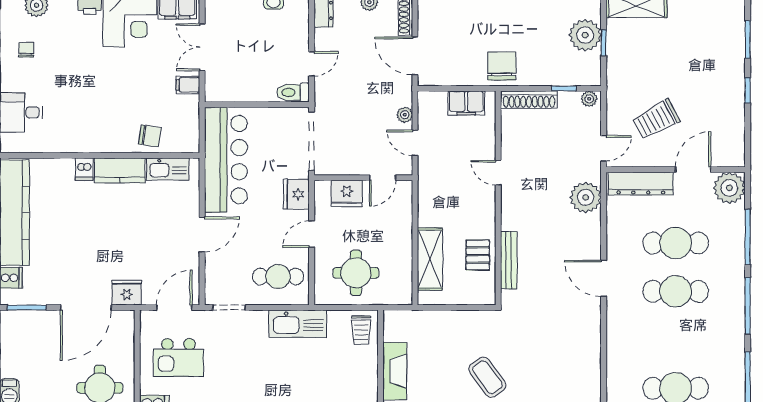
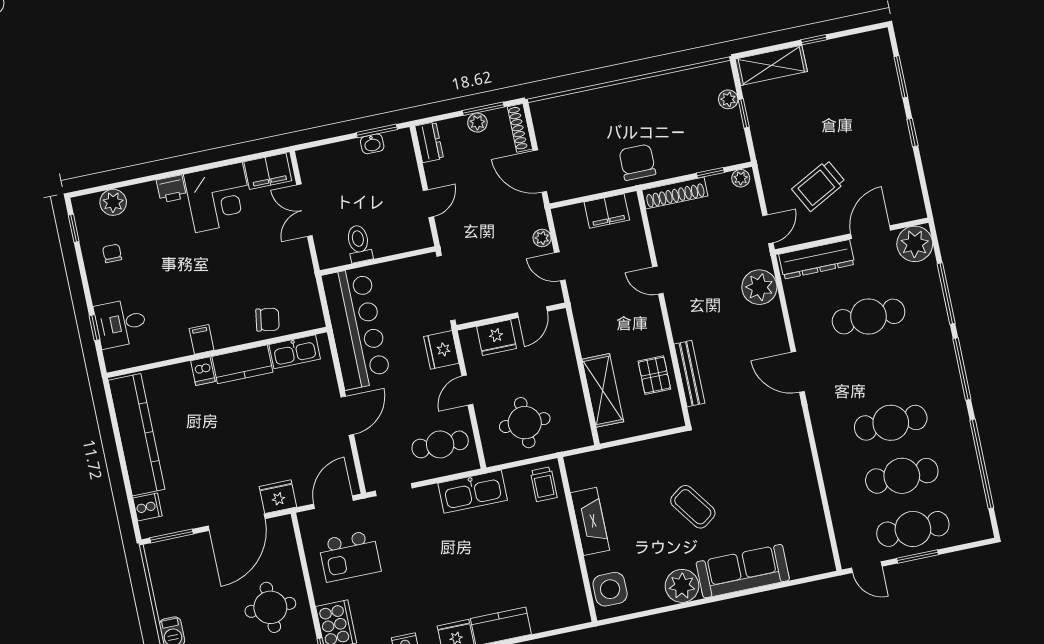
plant: (585, 35) -> (728, 99), width x0.53, depth x0.53
filing cabinet: (188, 85) -> (202, 339), moved, turned 90
toilet: (293, 92) -> (359, 244), moved, turned 90
cafe table: (676, 291) -> (891, 423), moved

